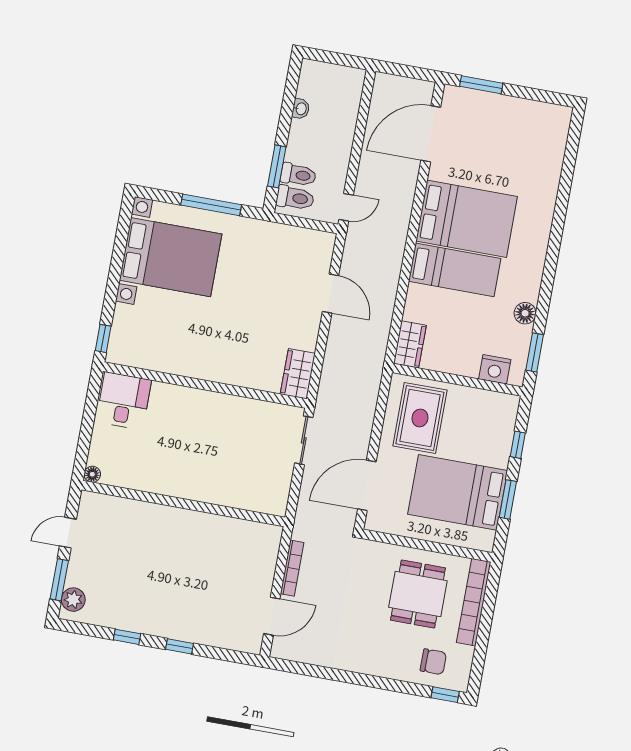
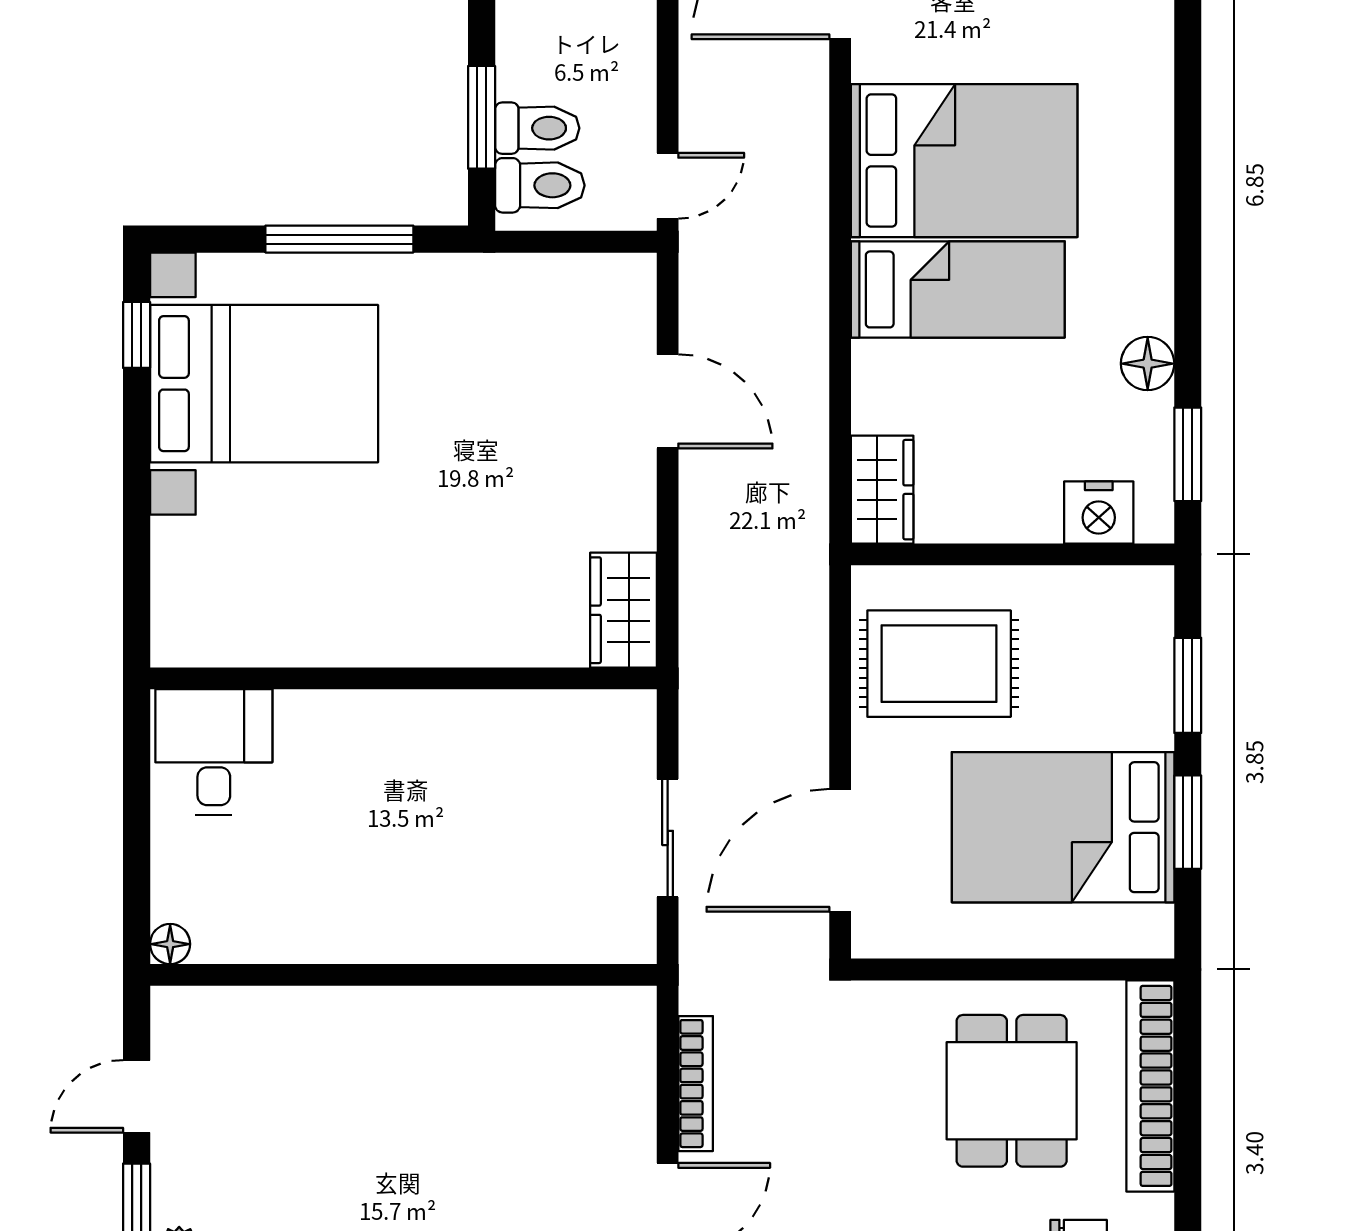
window: (103, 338) -> (137, 335), moved
rug: (420, 418) -> (939, 664), turned 90
sliding door: (304, 440) -> (668, 838), moved
window: (518, 445) -> (1188, 685), width x1.50

